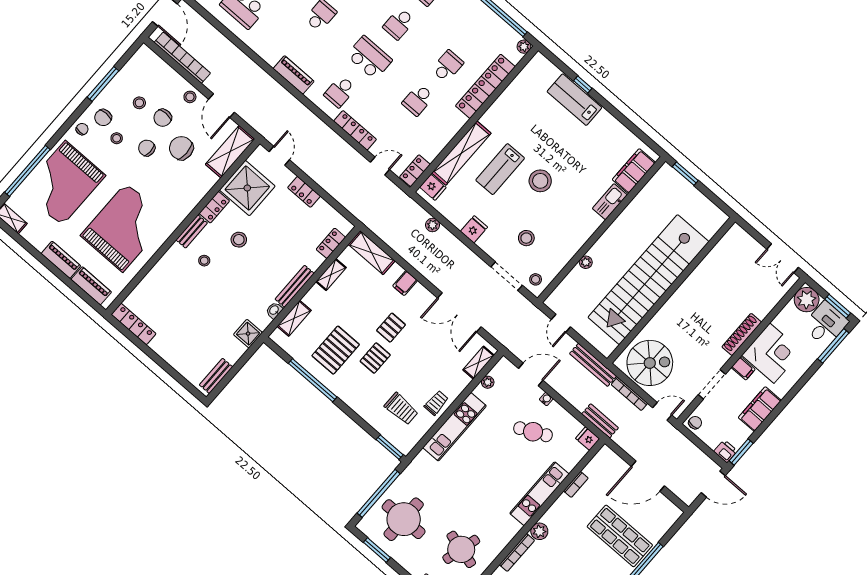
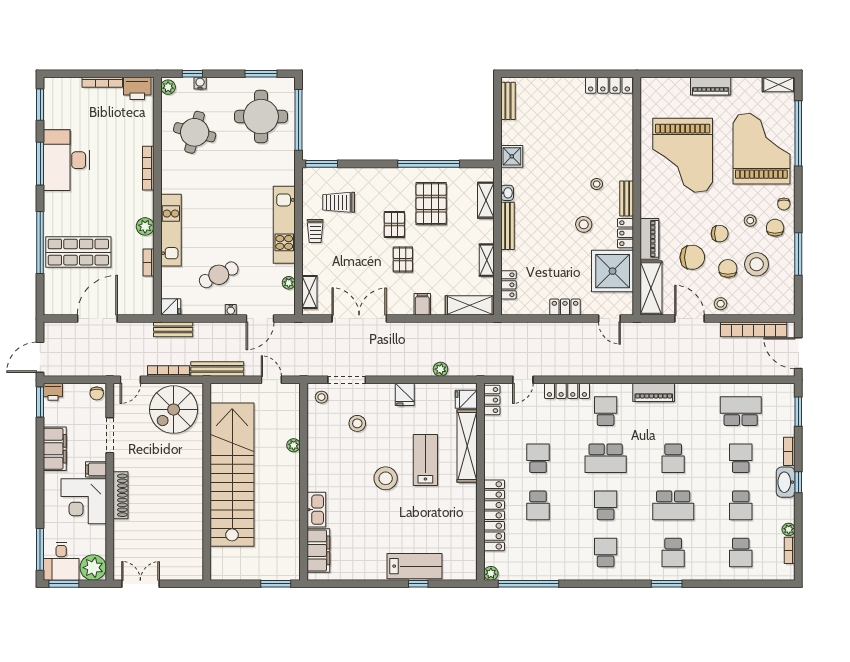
stool: (139, 103) -> (757, 264), width x1.89, depth x1.89
piano: (91, 286) -> (649, 239), moved, turned -90
plant: (539, 531) -> (145, 226), moved

